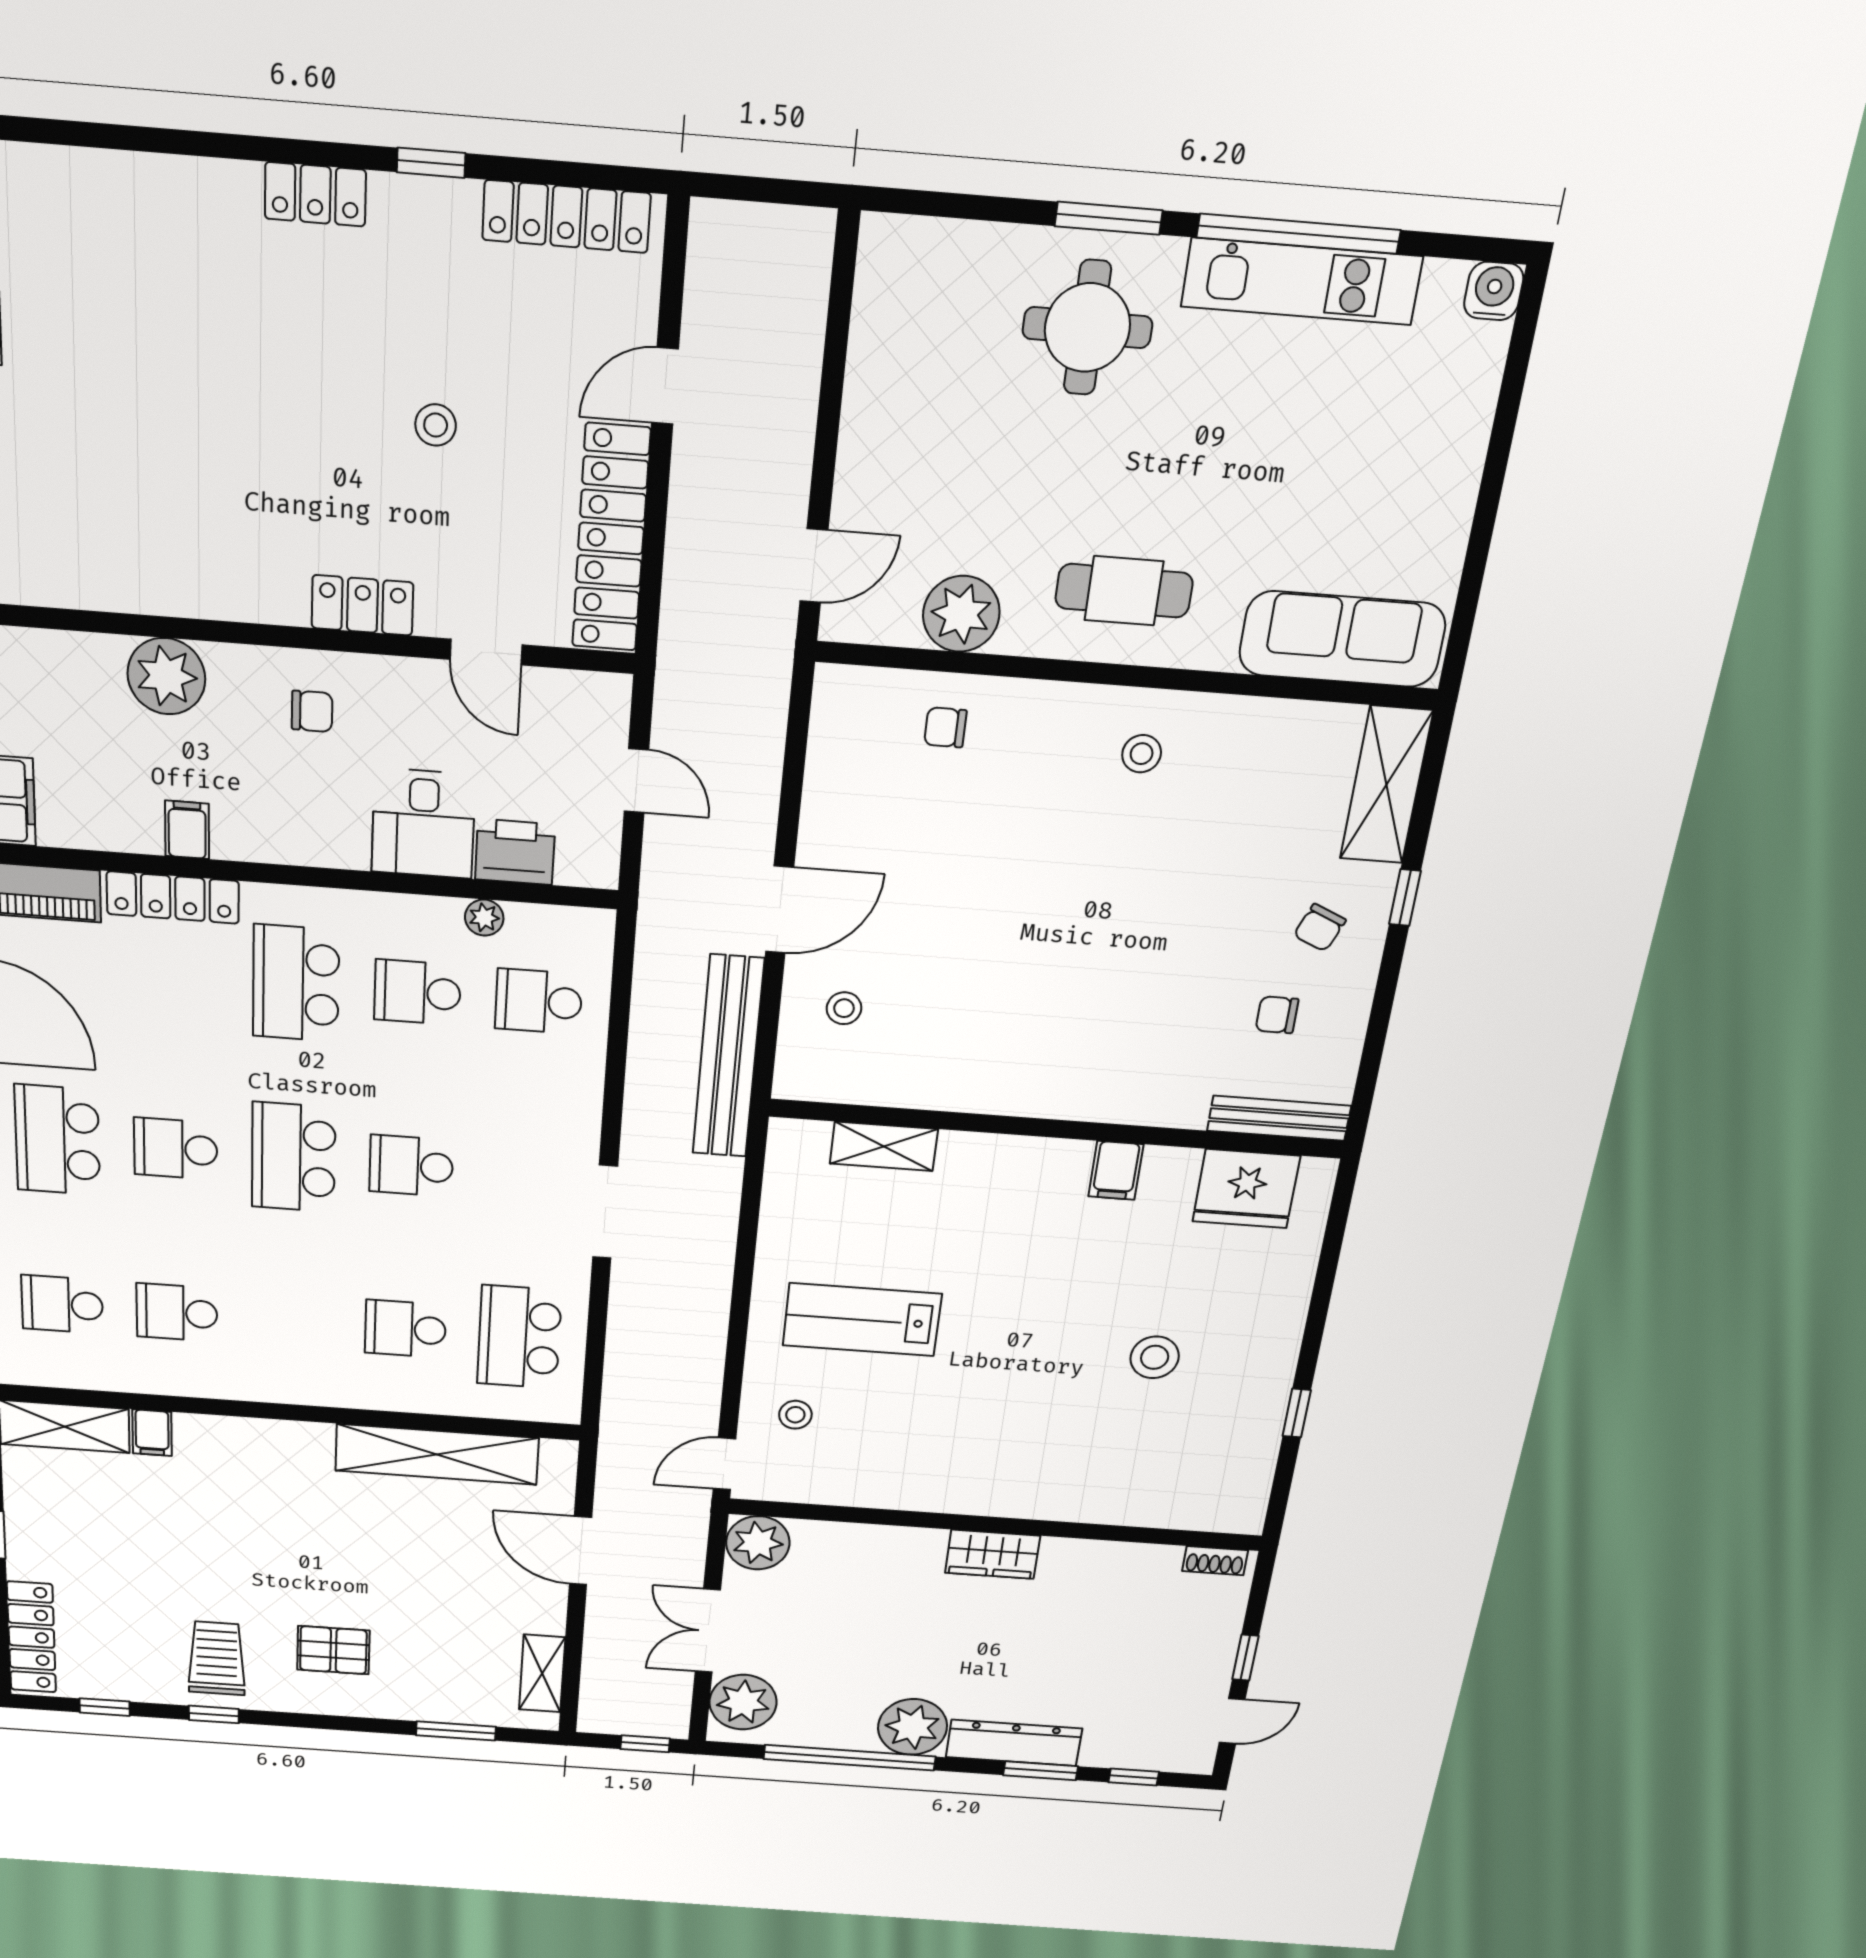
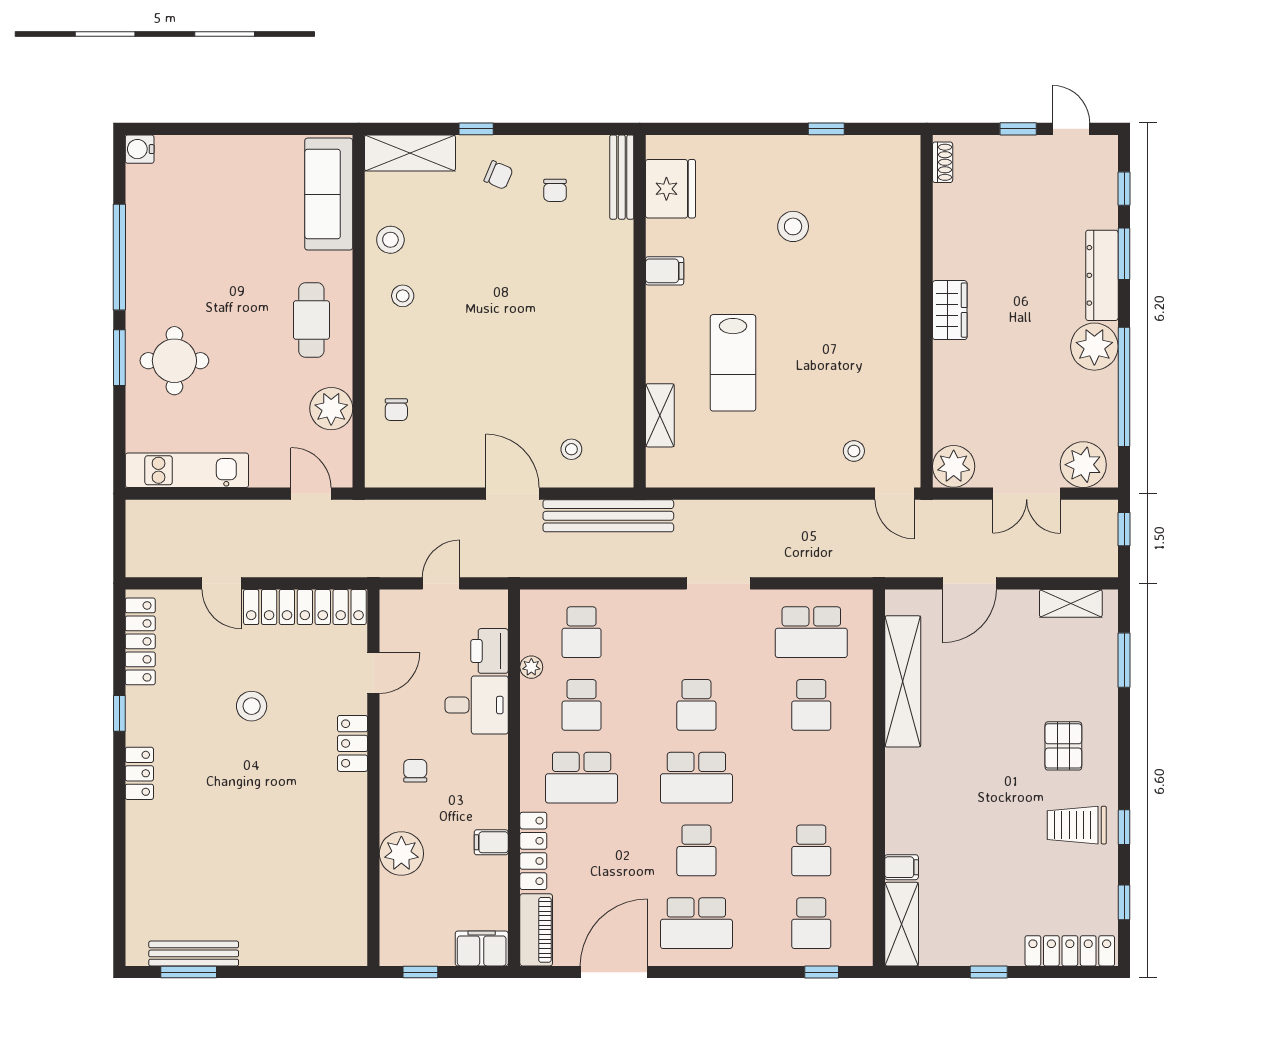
kitchen unit: (1302, 281) -> (187, 470), moved, turned -90
stool: (436, 425) -> (252, 706), width x1.37, depth x1.37
stool: (1242, 740) -> (390, 240), added
lab bench: (862, 1320) -> (733, 363), moved

